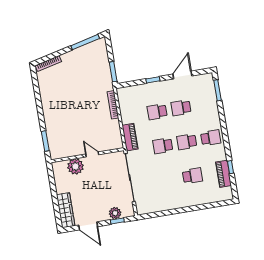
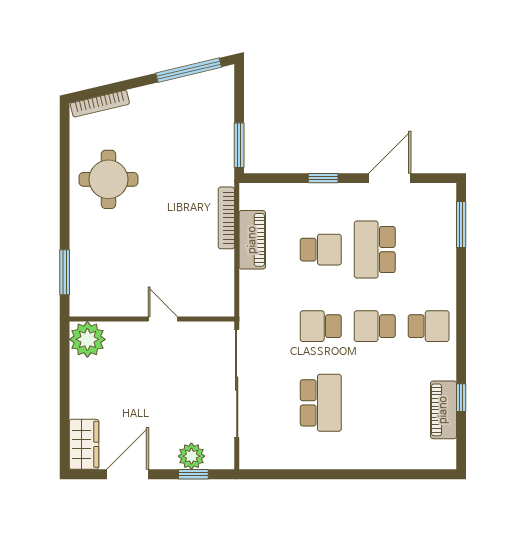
round table: (58, 96) -> (108, 179), added
school desk: (181, 108) -> (375, 250), width x1.85
school desk: (157, 112) -> (321, 250), turned 180
piano: (130, 137) -> (252, 240), moved
plant: (75, 166) -> (87, 339), moved
school desk: (192, 176) -> (321, 403), moved, width x1.85
wardrobe: (66, 210) -> (84, 444), width x0.67
door: (88, 226) -> (128, 474), swing flipped

